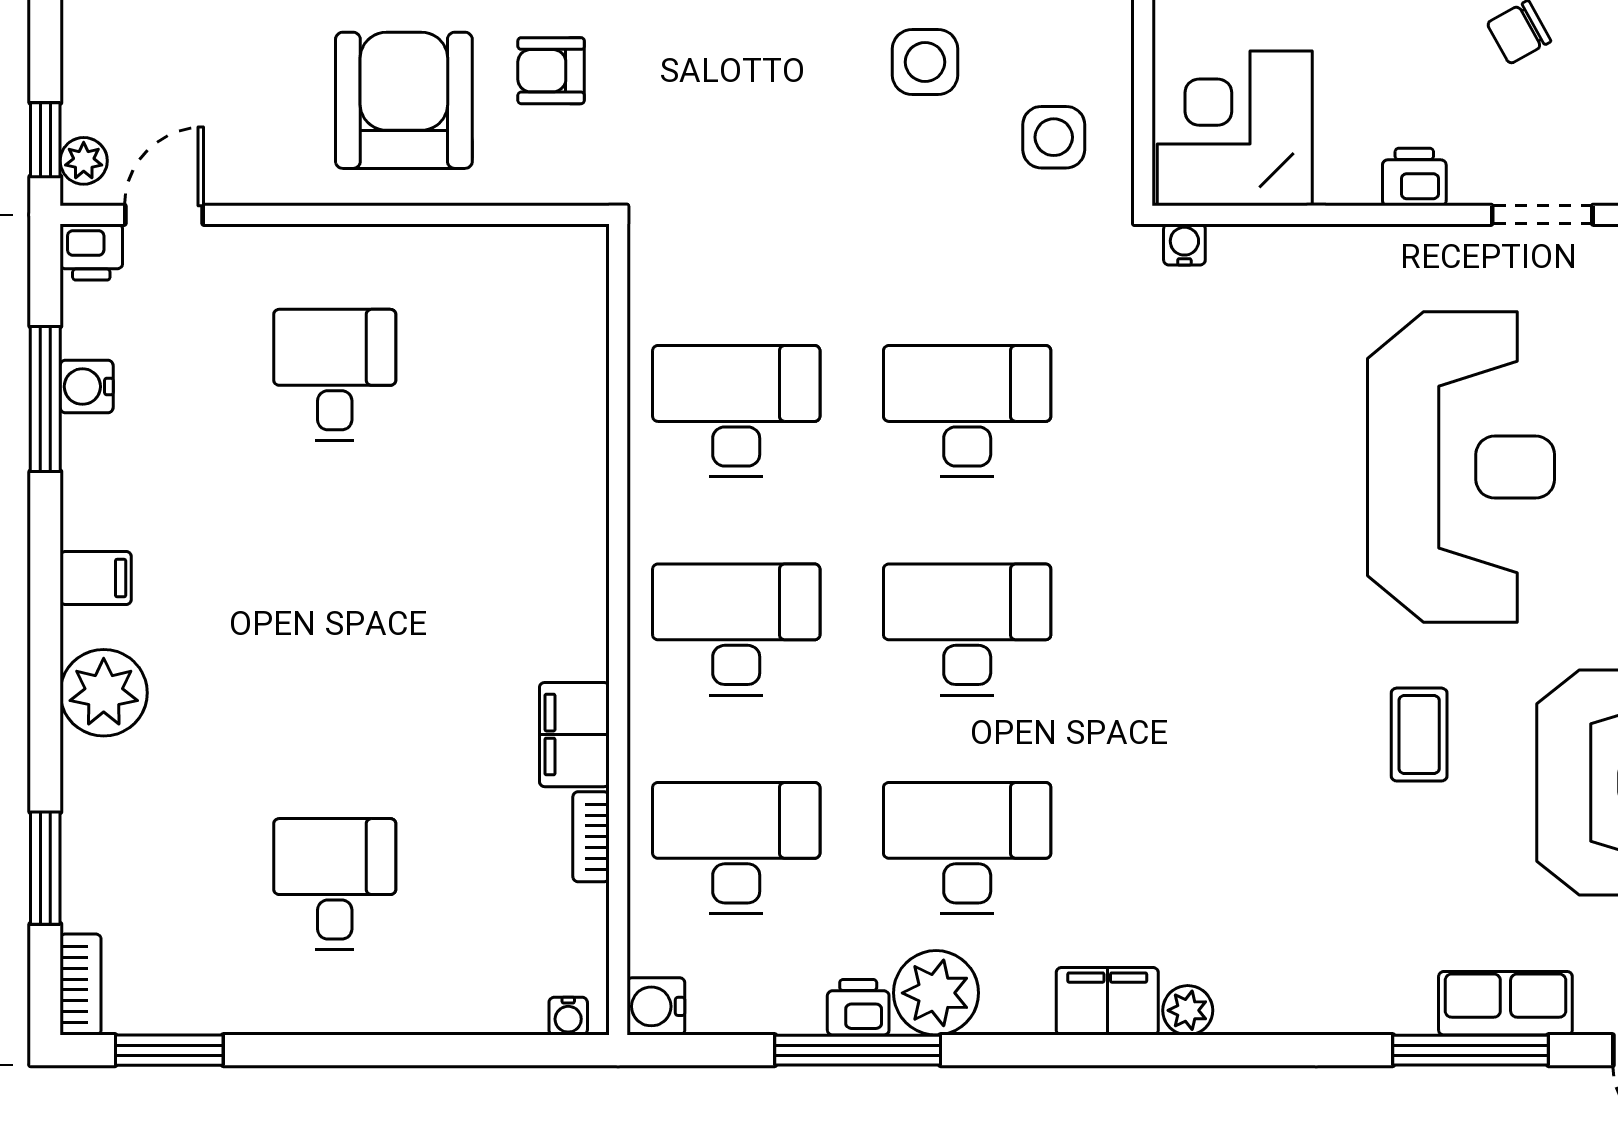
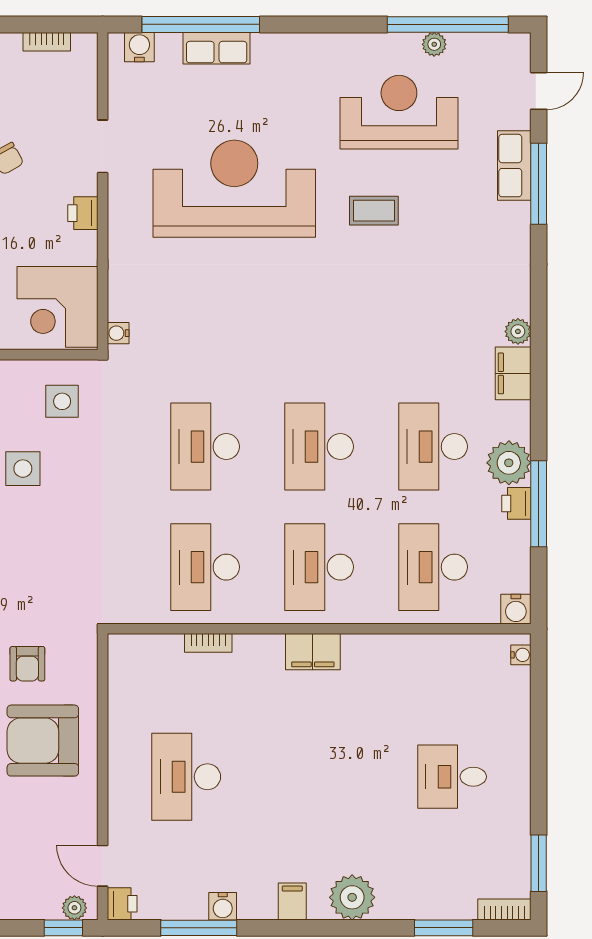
desk: (335, 375) -> (186, 777), width x1.37
water cooler: (87, 387) -> (223, 906), moved
filing cabinet: (574, 735) -> (313, 652), moved
bookcase: (591, 837) -> (208, 643), moved

